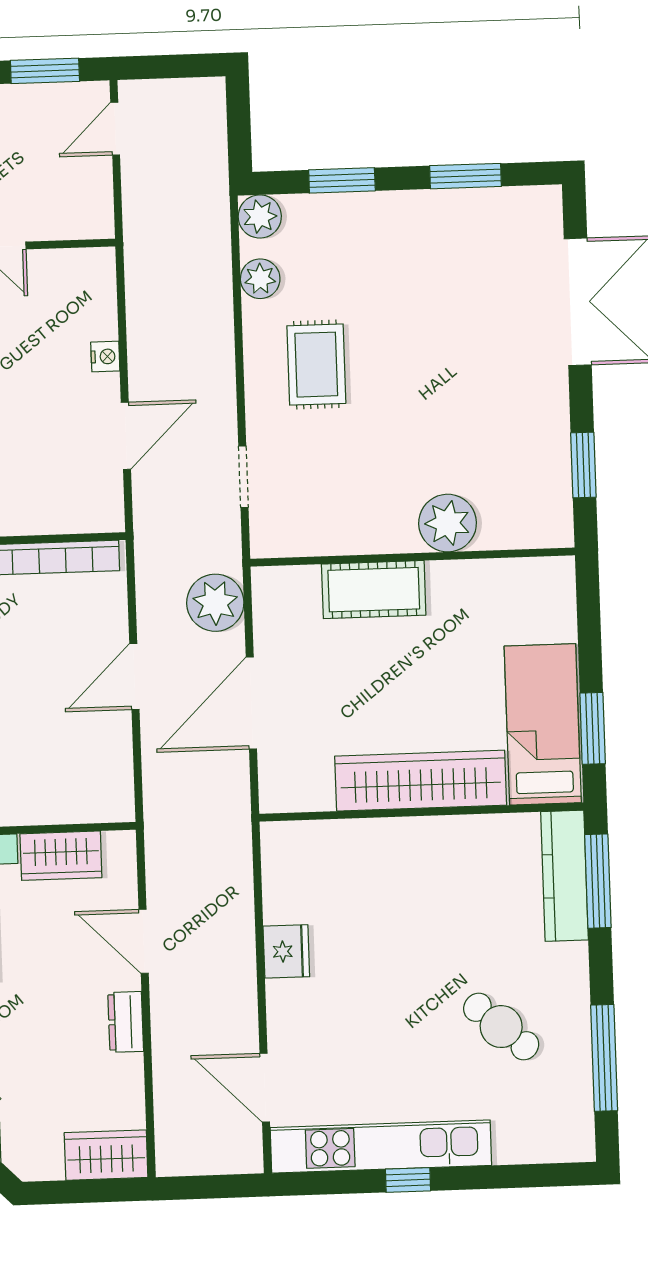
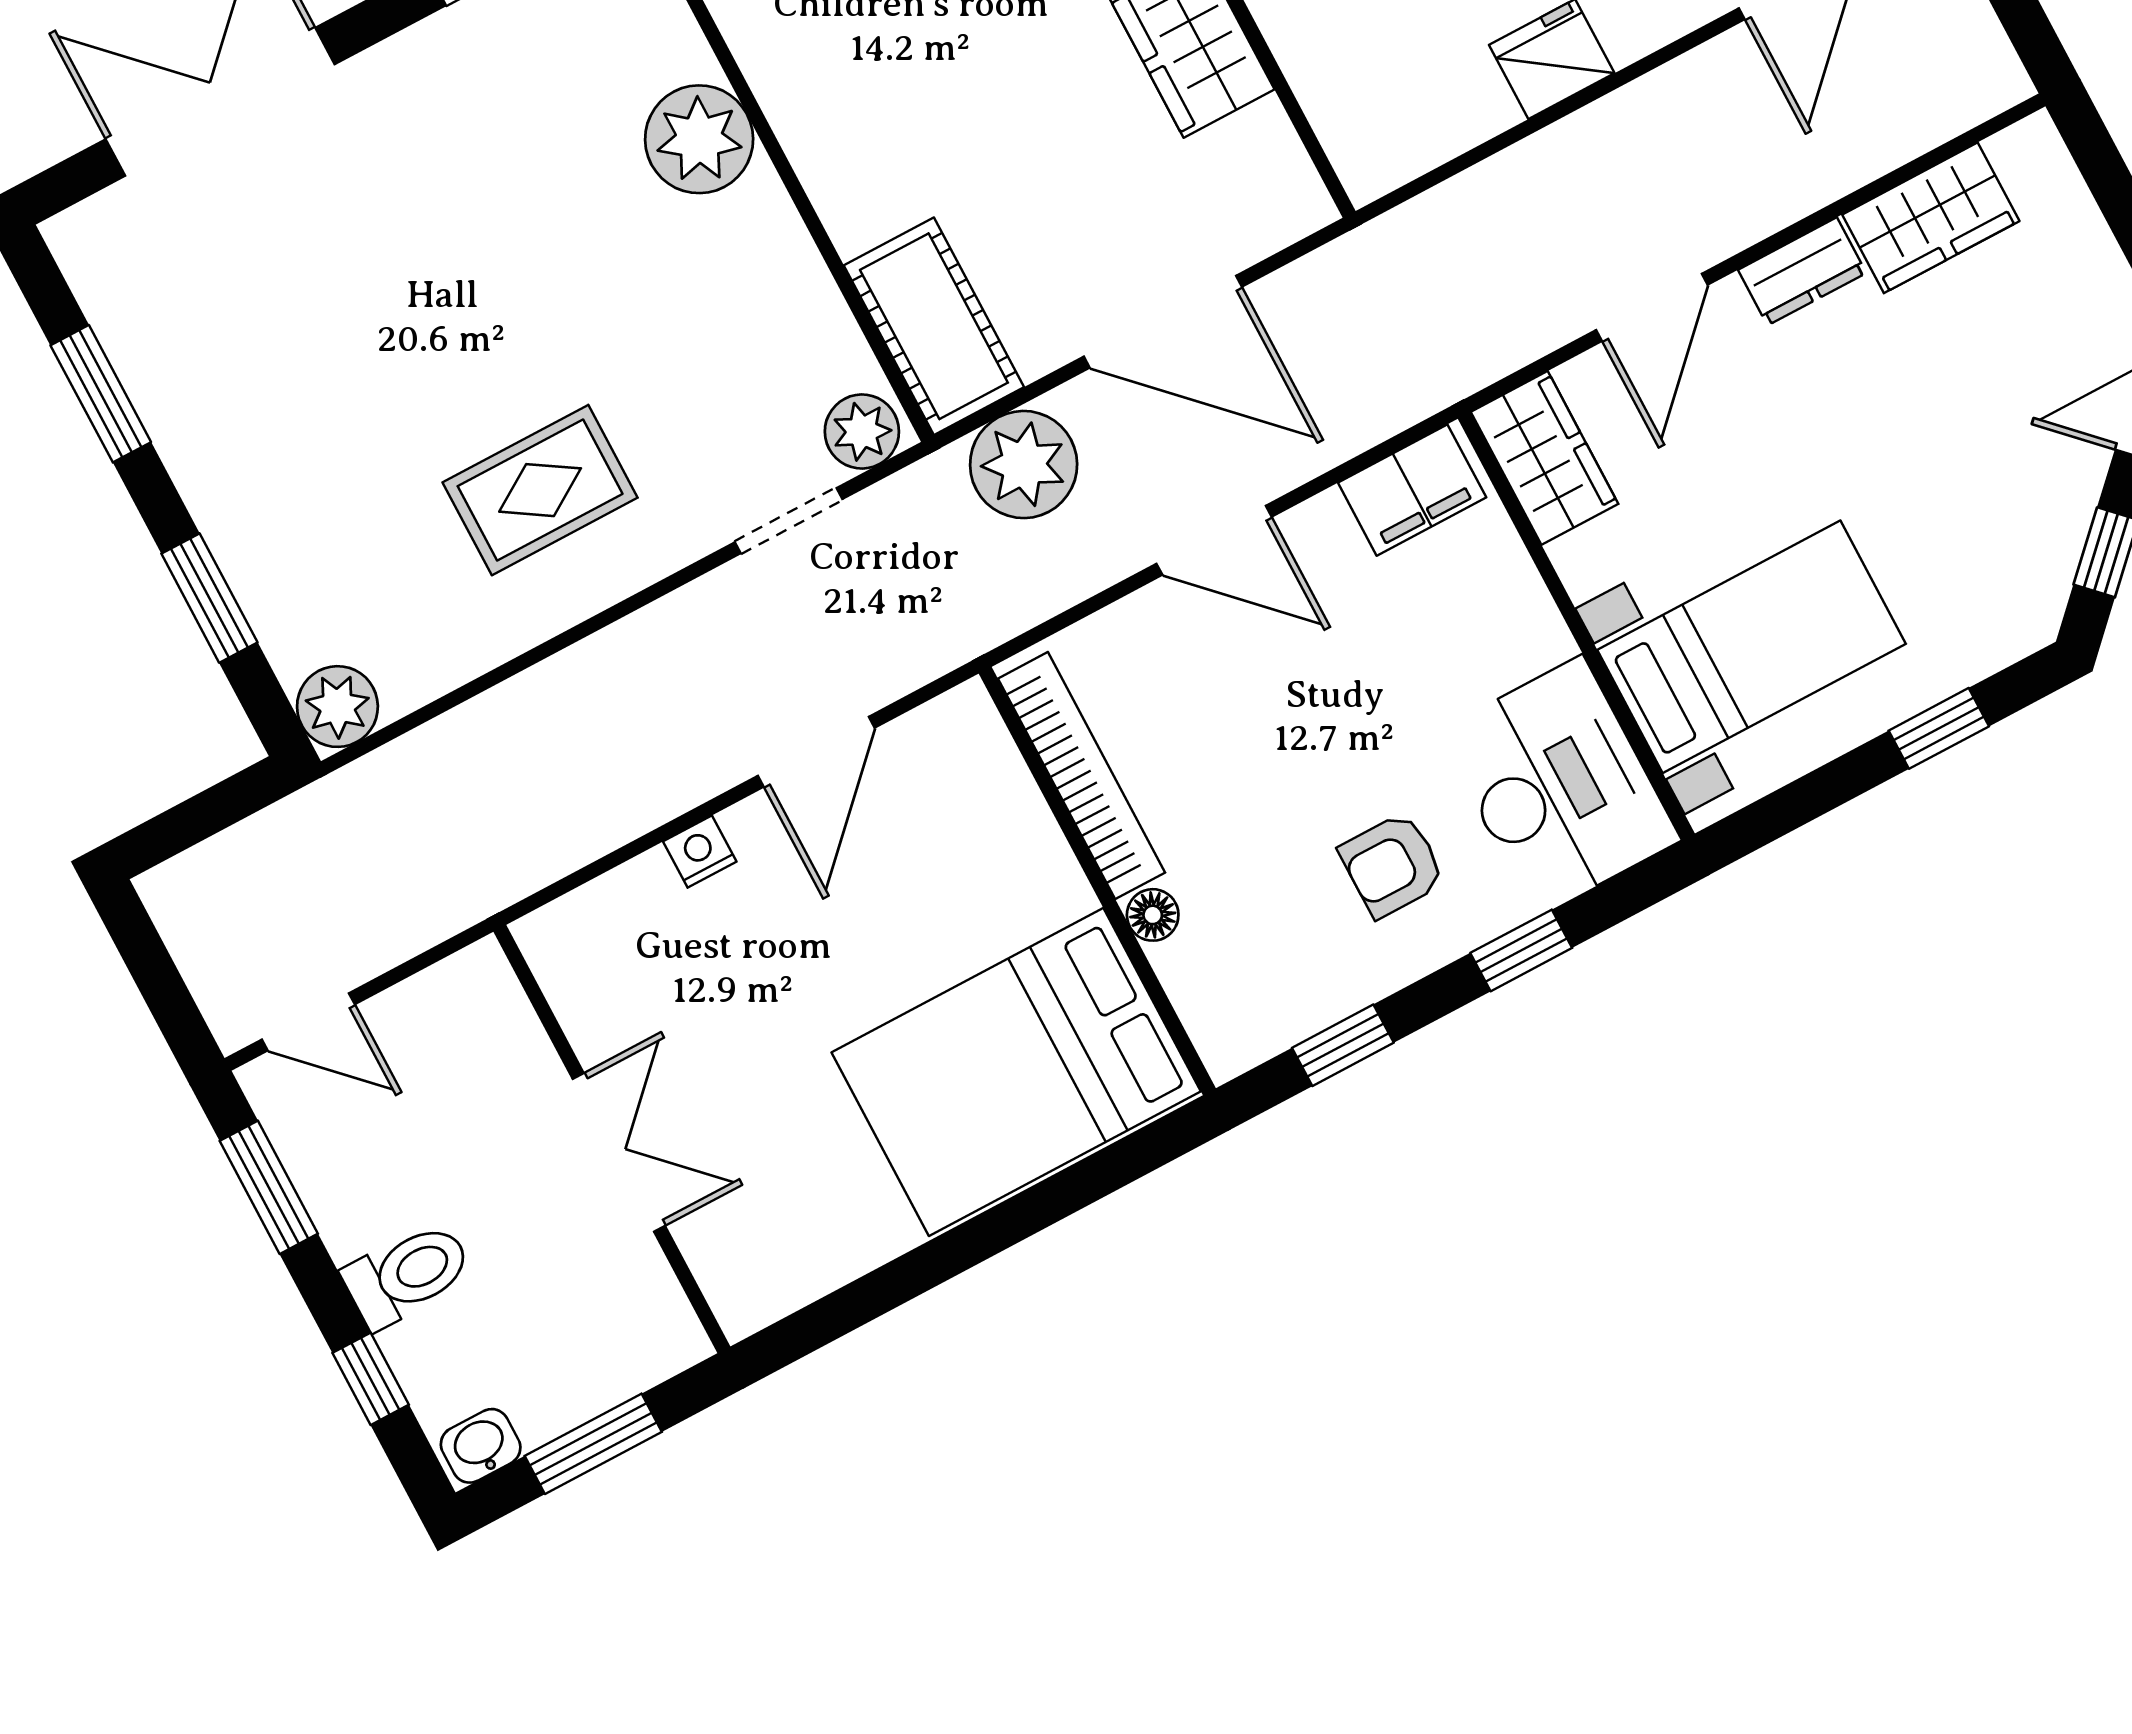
plant: (260, 279) -> (862, 432), moved
door: (126, 436) -> (816, 752), swing flipped
cot: (374, 590) -> (934, 326), moved
filing cabinet: (112, 783) -> (1412, 490), added
wardrobe: (61, 856) -> (1545, 458), moved
wardrobe: (106, 1155) -> (1931, 218), moved, turned -90

